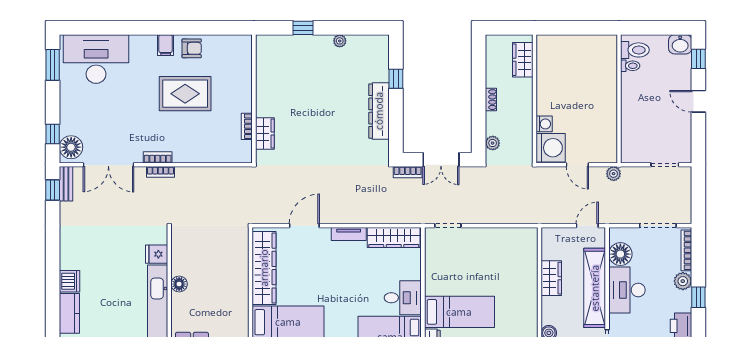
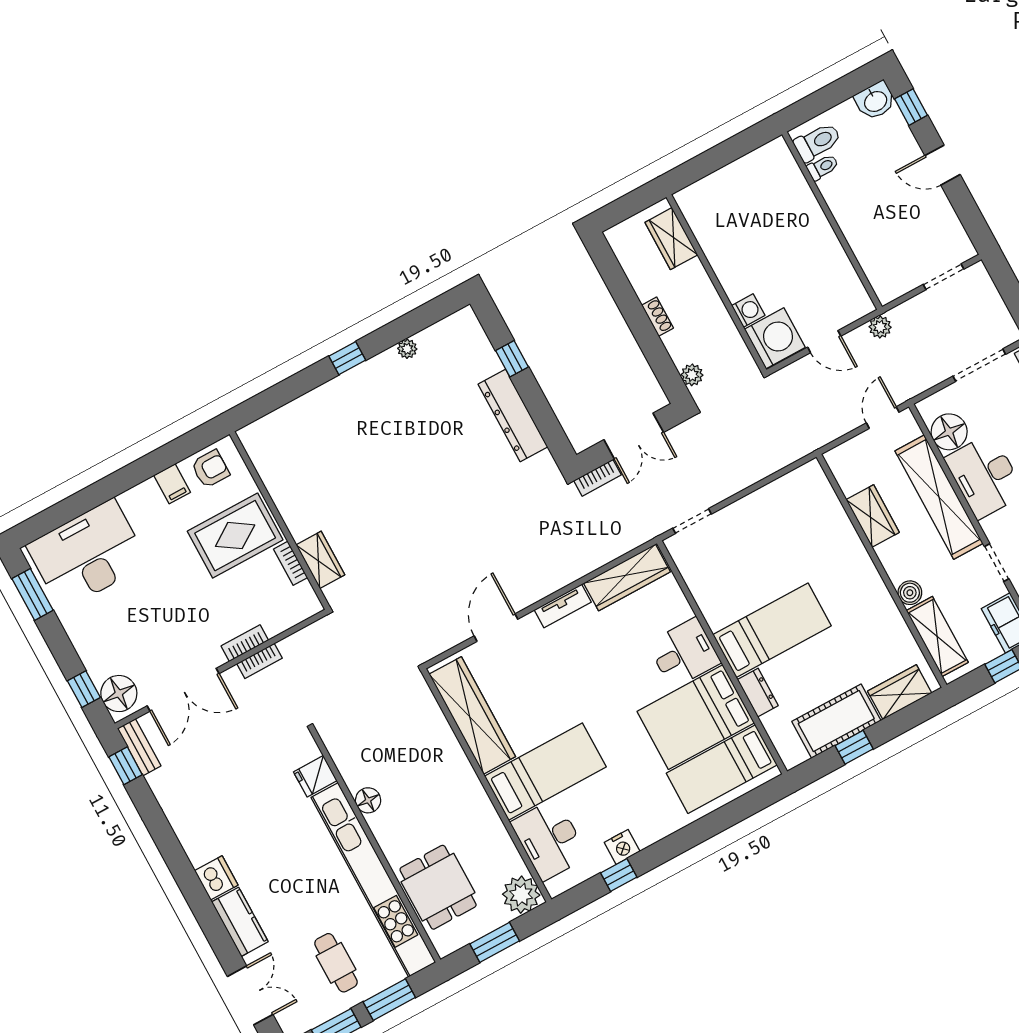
wall: (254, 99) -> (280, 521), moved
bookcase: (247, 126) -> (290, 563), moved
wardrobe: (265, 134) -> (320, 560), moved

